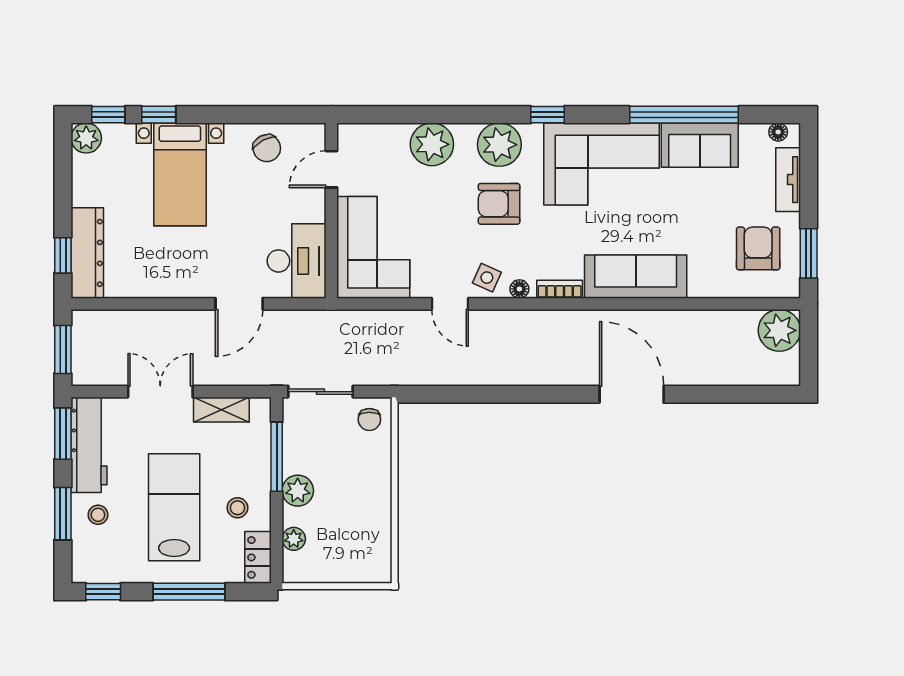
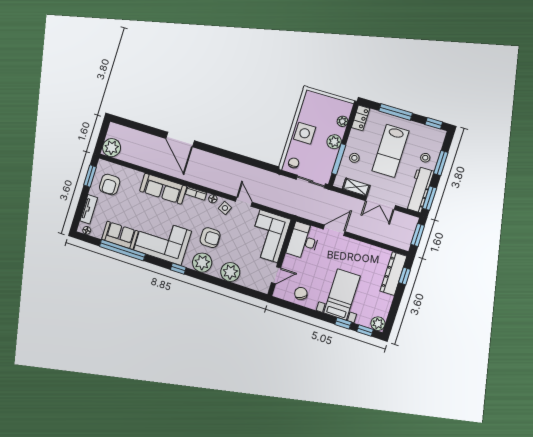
side table: (366, 490) -> (305, 133), added
stool: (237, 508) -> (354, 158), moved

